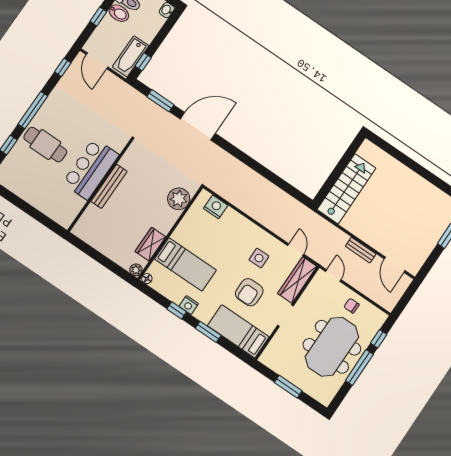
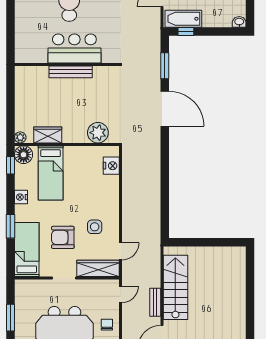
stairs: (346, 189) -> (175, 287), moved, turned -90
floor lamp: (147, 279) -> (24, 155), width x1.89, depth x1.89
window: (177, 310) -> (10, 165), moved

